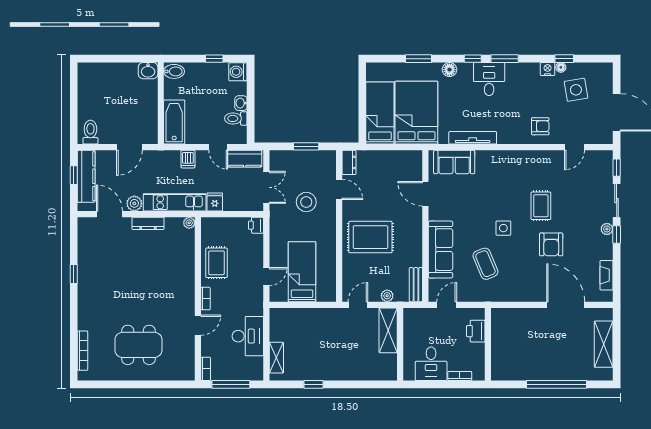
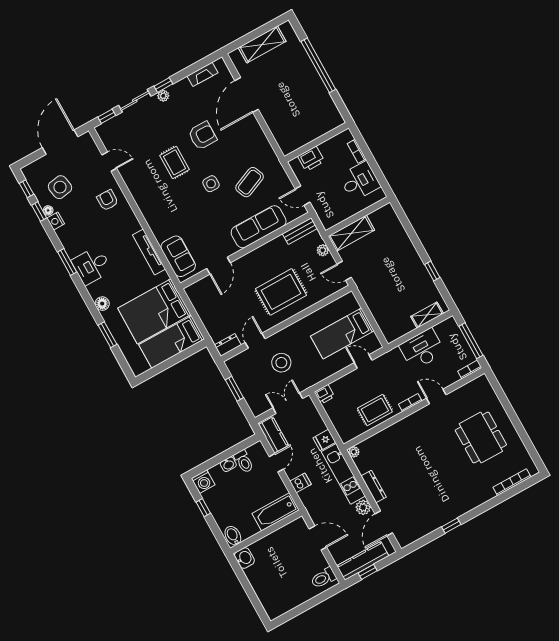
window: (473, 59) -> (27, 189), moved
rug: (541, 206) -> (175, 162), turned 90
rug: (370, 237) -> (281, 292), turned 90

